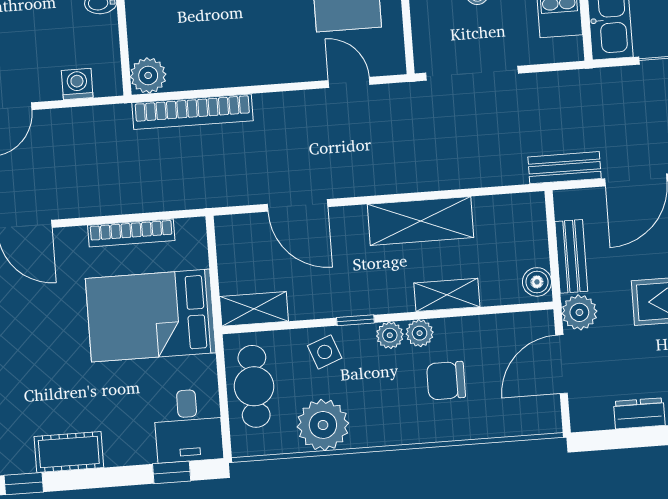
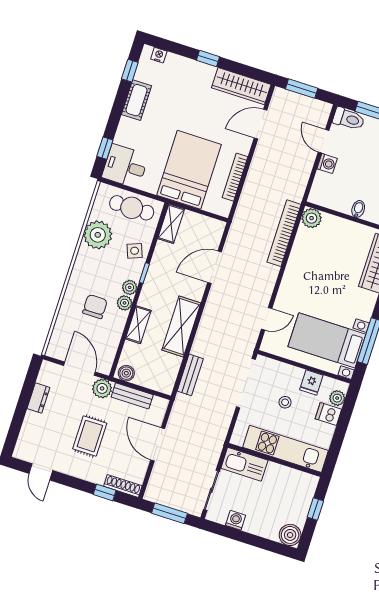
washing machine: (77, 84) -> (327, 164), moved
bench: (565, 168) -> (190, 375), moved

